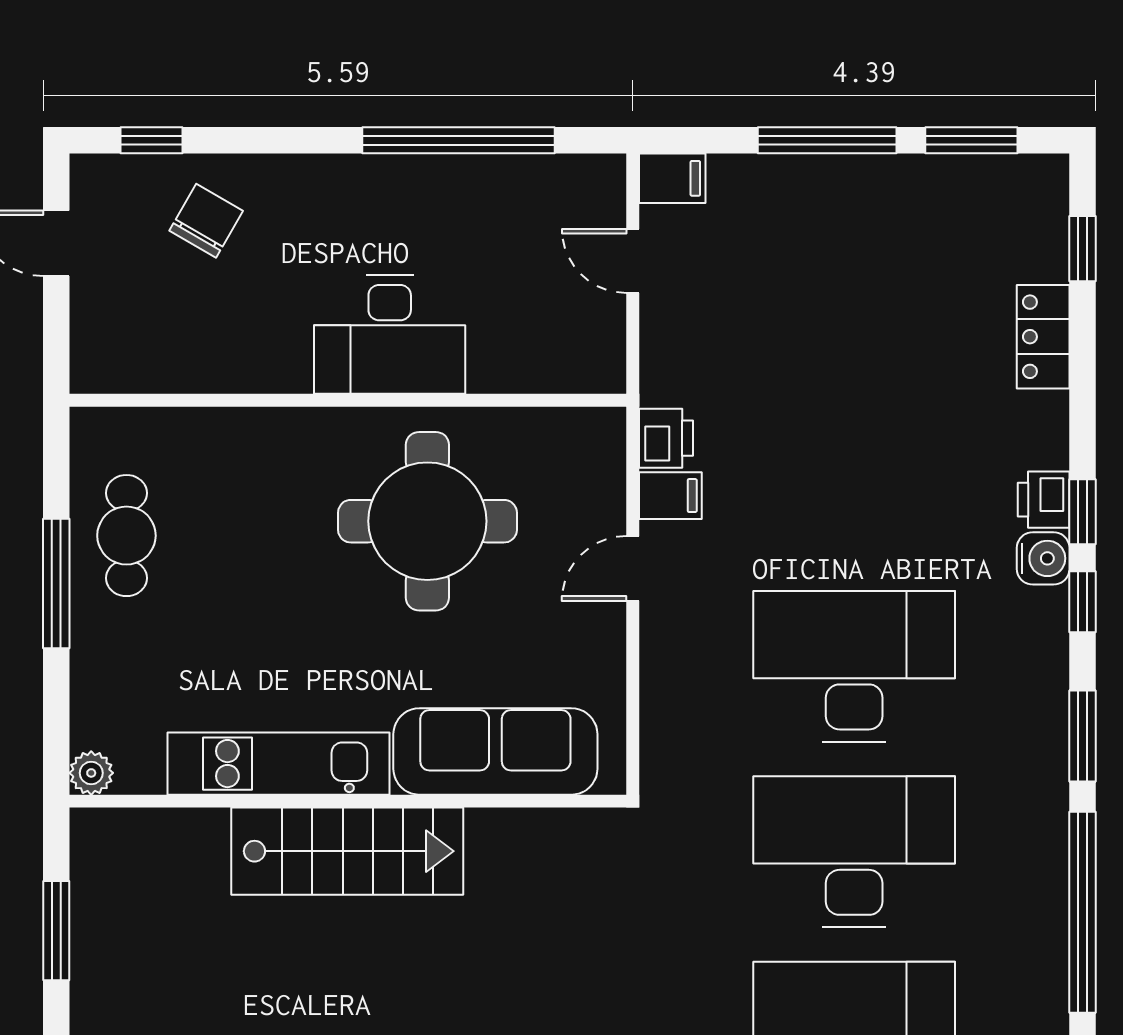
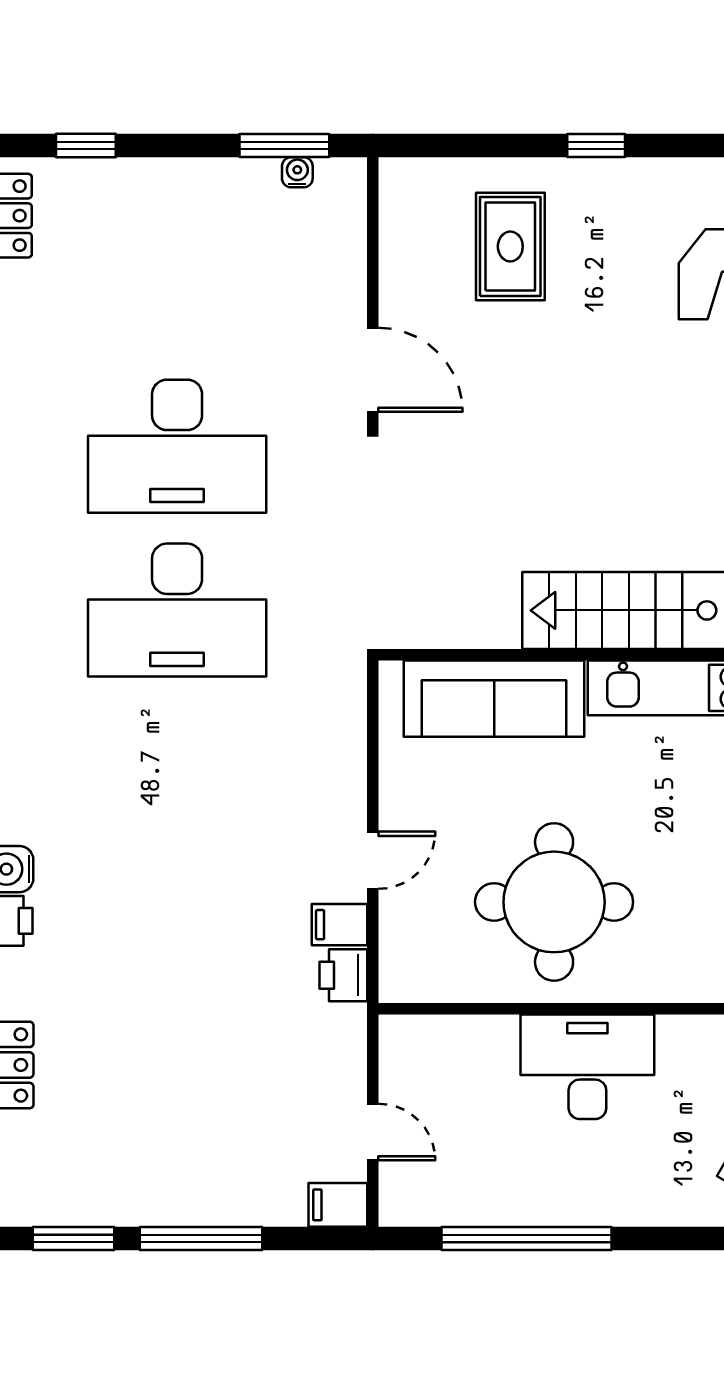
desk: (854, 666) -> (177, 774), removed

